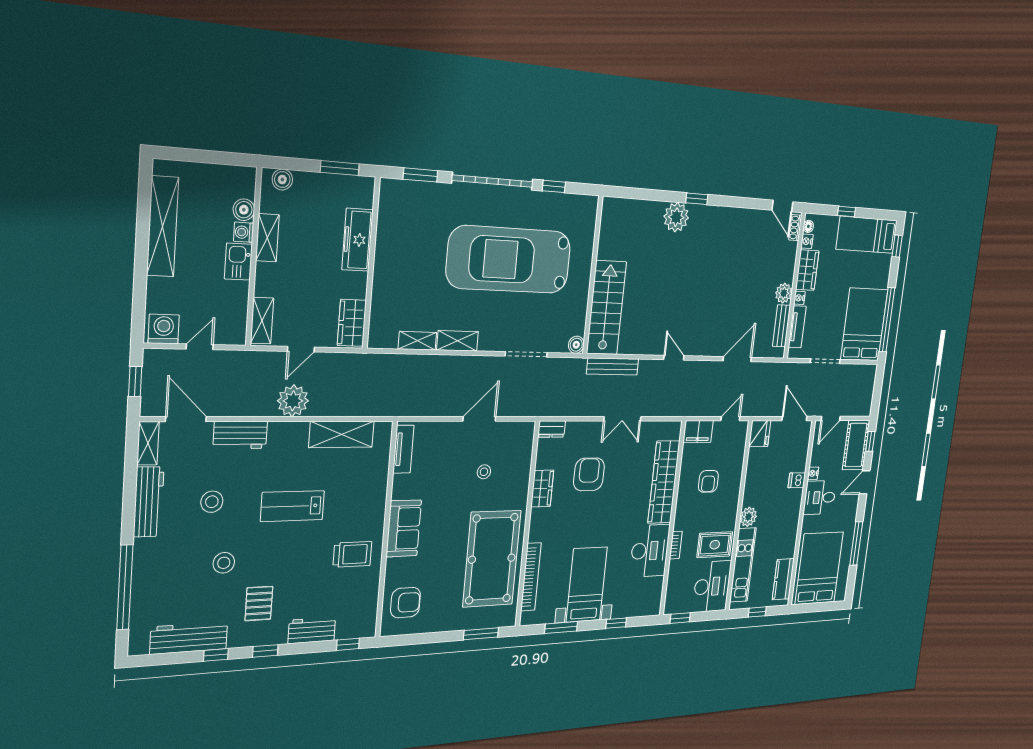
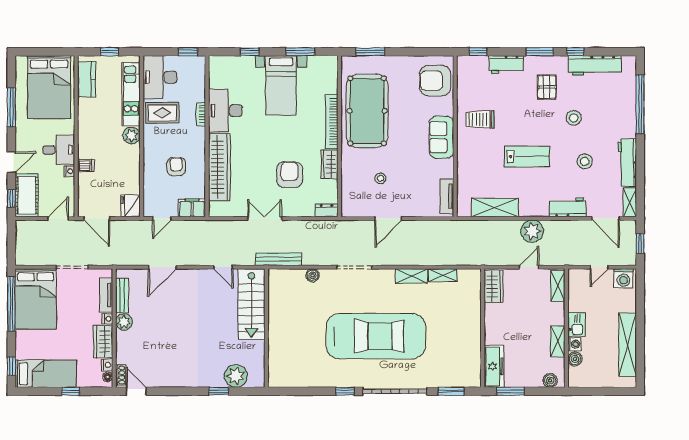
freezer: (358, 240) -> (494, 366), moved
wall: (593, 275) -> (266, 328), moved
stairs: (606, 308) -> (251, 304), moved
armchair: (589, 474) -> (290, 175), turned 180
bookcase: (531, 577) -> (332, 122), moved
armchair: (405, 603) -> (435, 81), width x1.36, depth x1.36
window: (265, 651) -> (540, 52), width x1.50

